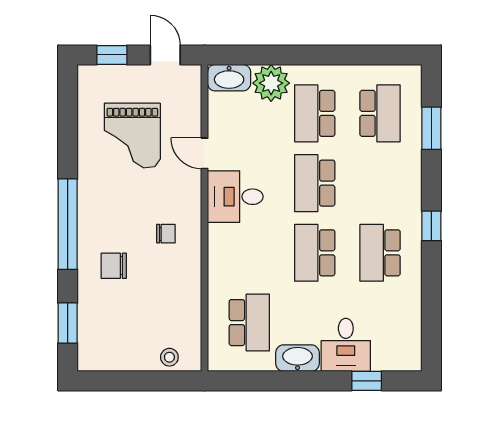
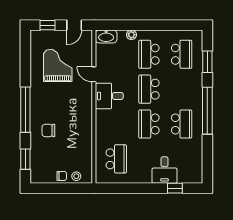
door: (165, 55) -> (74, 25), swing flipped
plant: (271, 83) -> (131, 35), width x0.53, depth x0.53
grand piano: (132, 136) -> (58, 65), turned 180
window: (431, 226) -> (207, 111), width x3.17
chair: (166, 234) -> (62, 176), moved
school desk: (380, 253) -> (182, 124), turned 180
washbasin: (298, 358) -> (140, 177), removed

